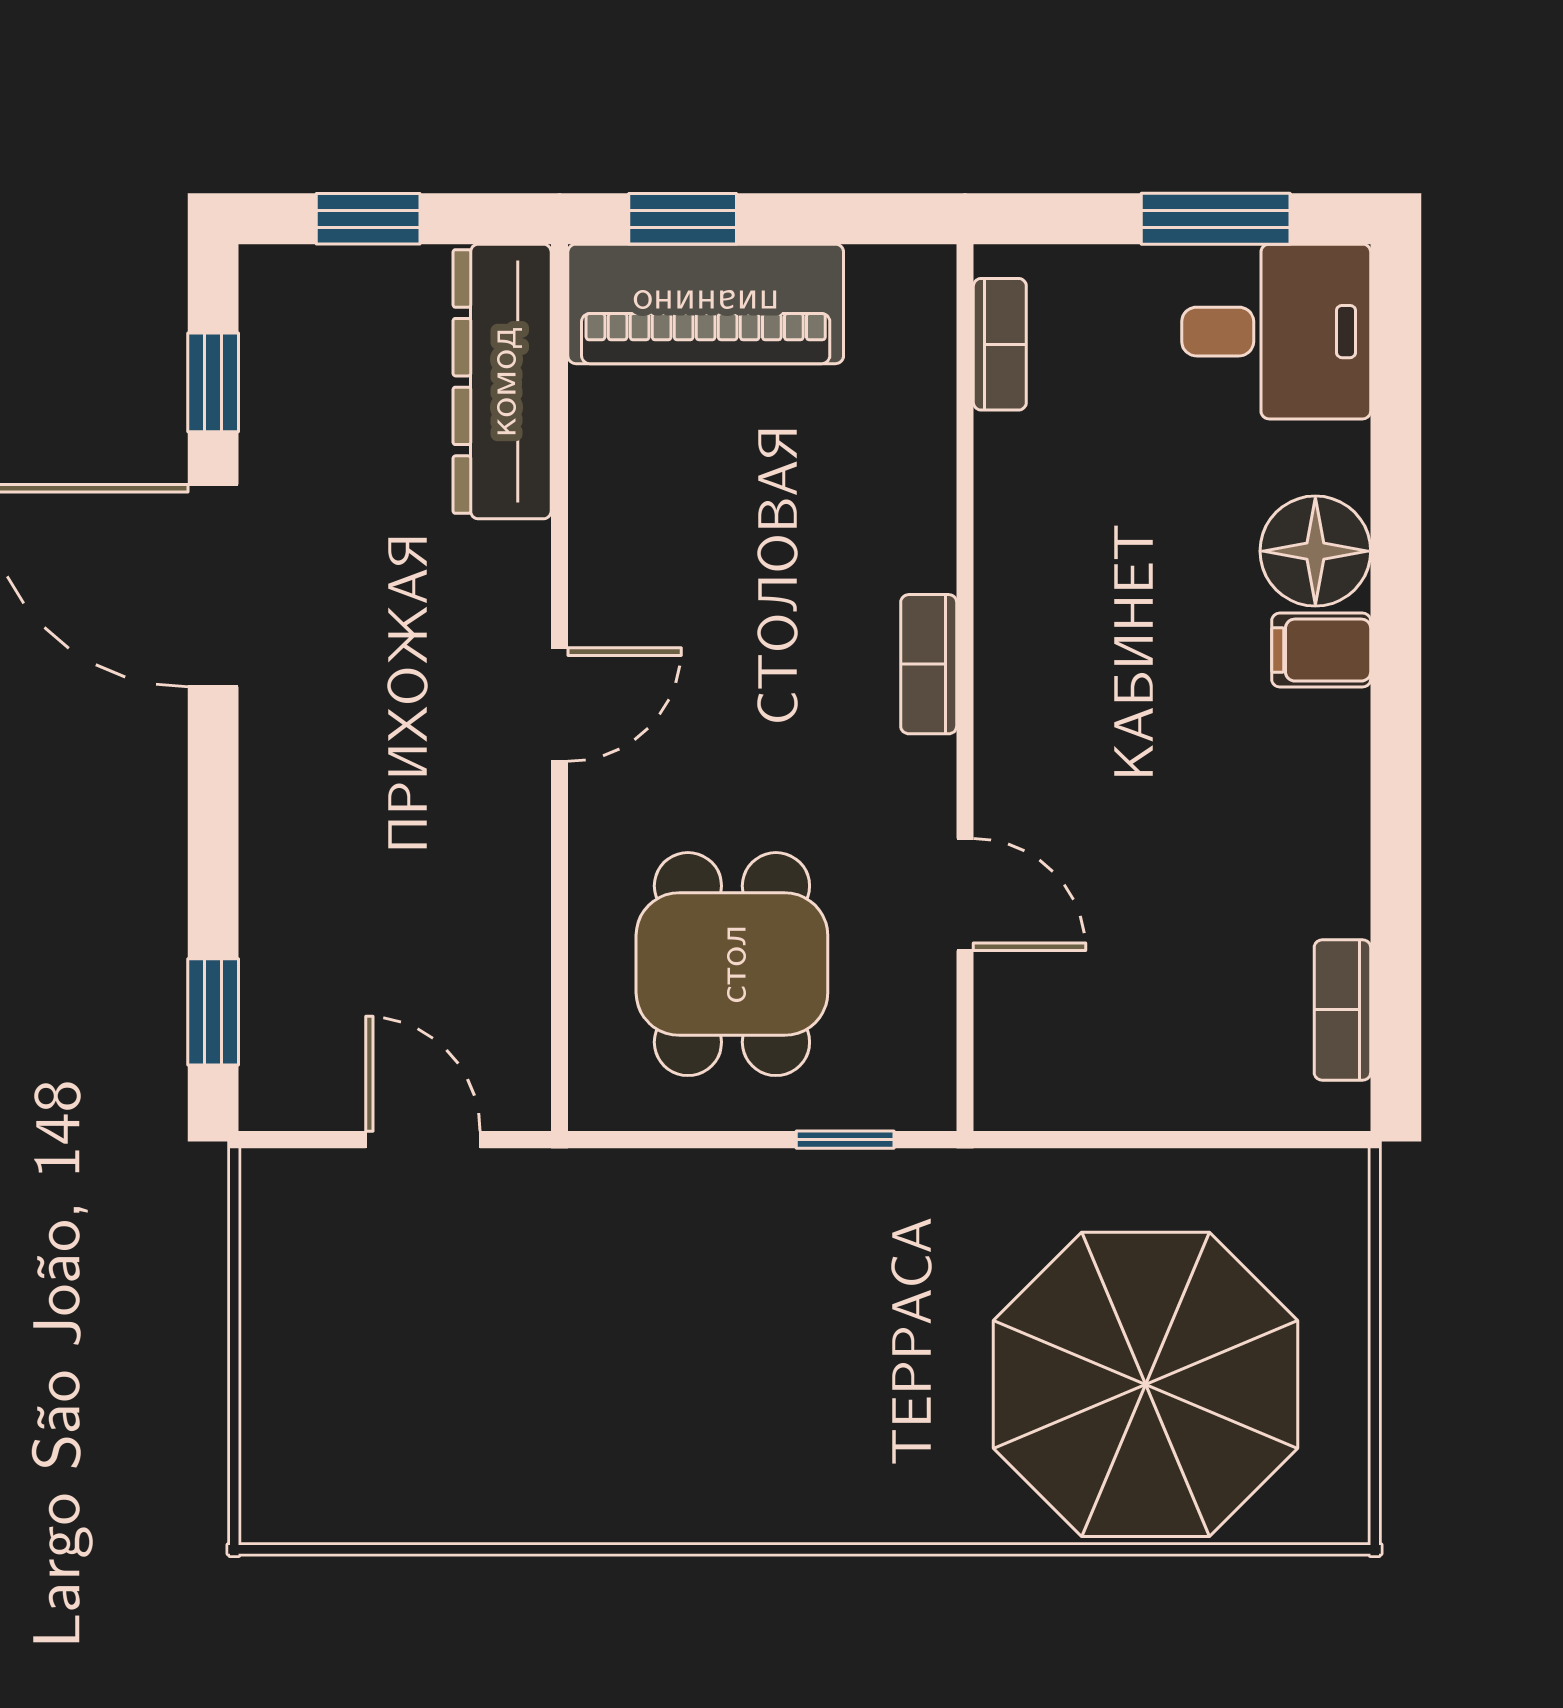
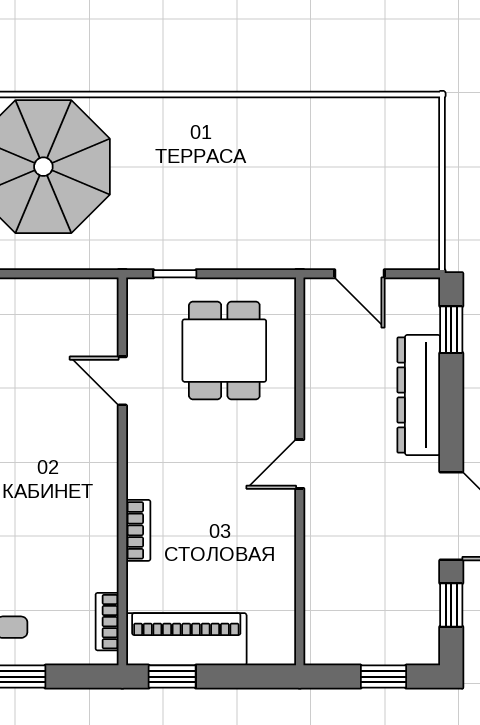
window: (683, 219) -> (172, 677), moved
piano: (706, 304) -> (186, 639), moved
dresser: (502, 382) -> (419, 395), moved, turned 180
bookcase: (929, 664) -> (138, 530), moved

